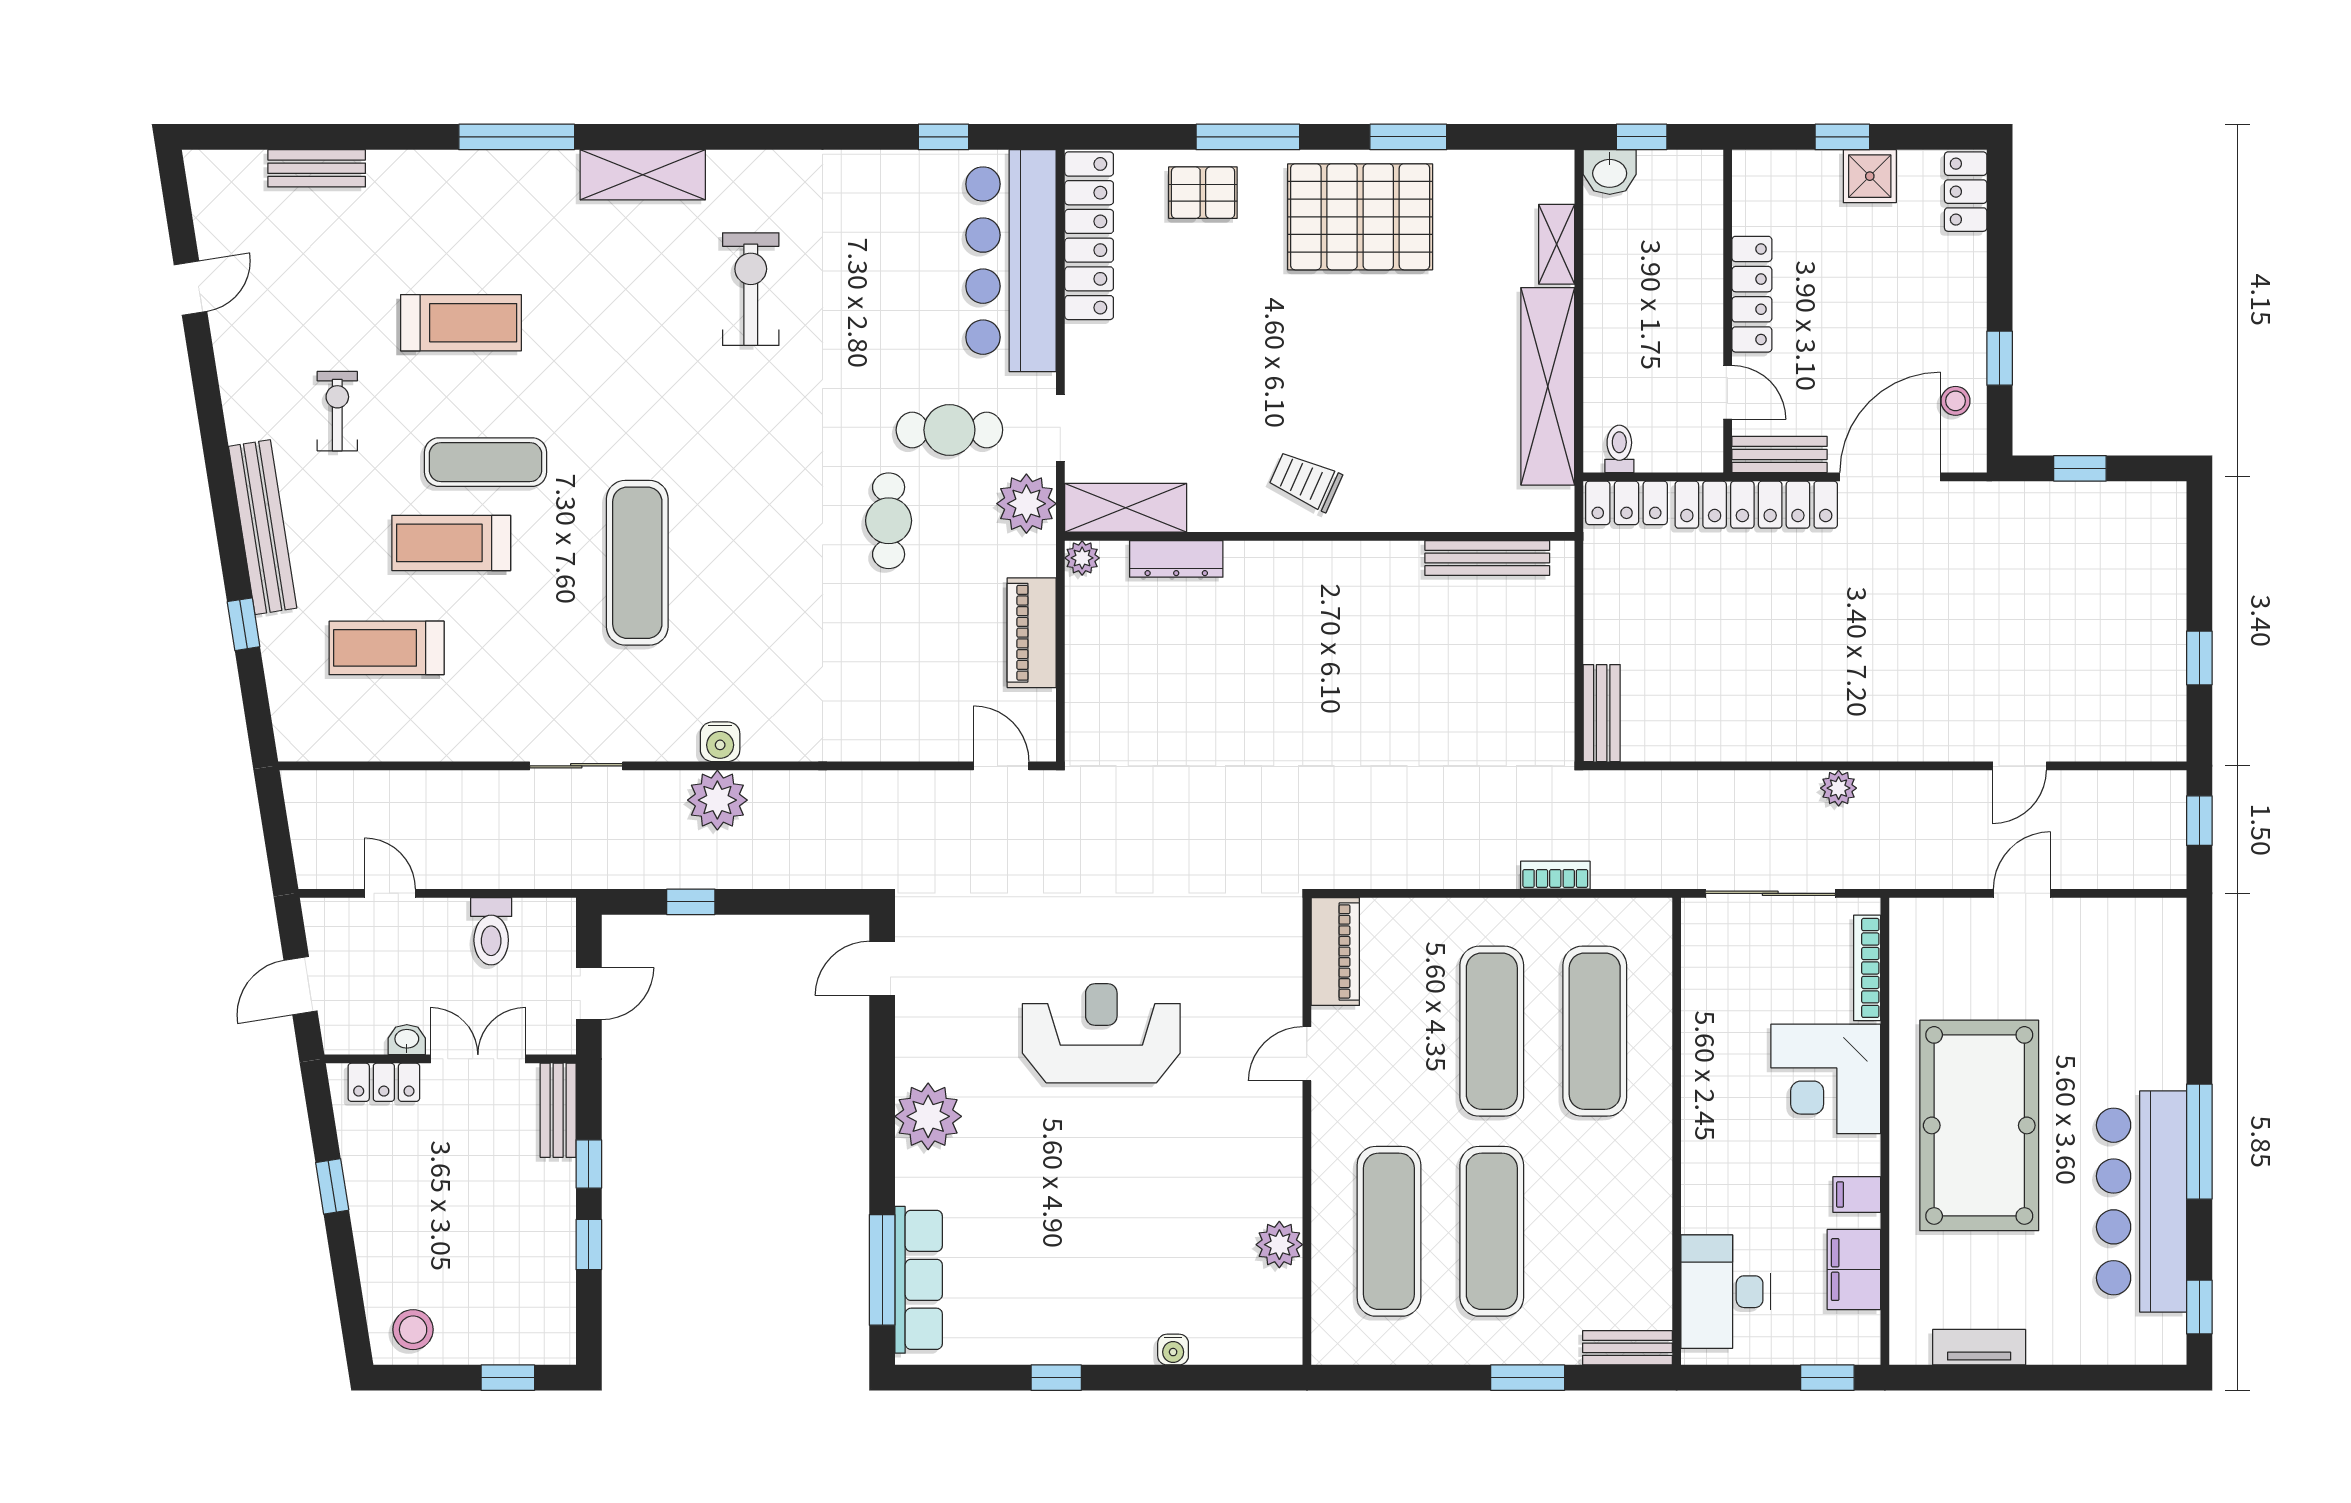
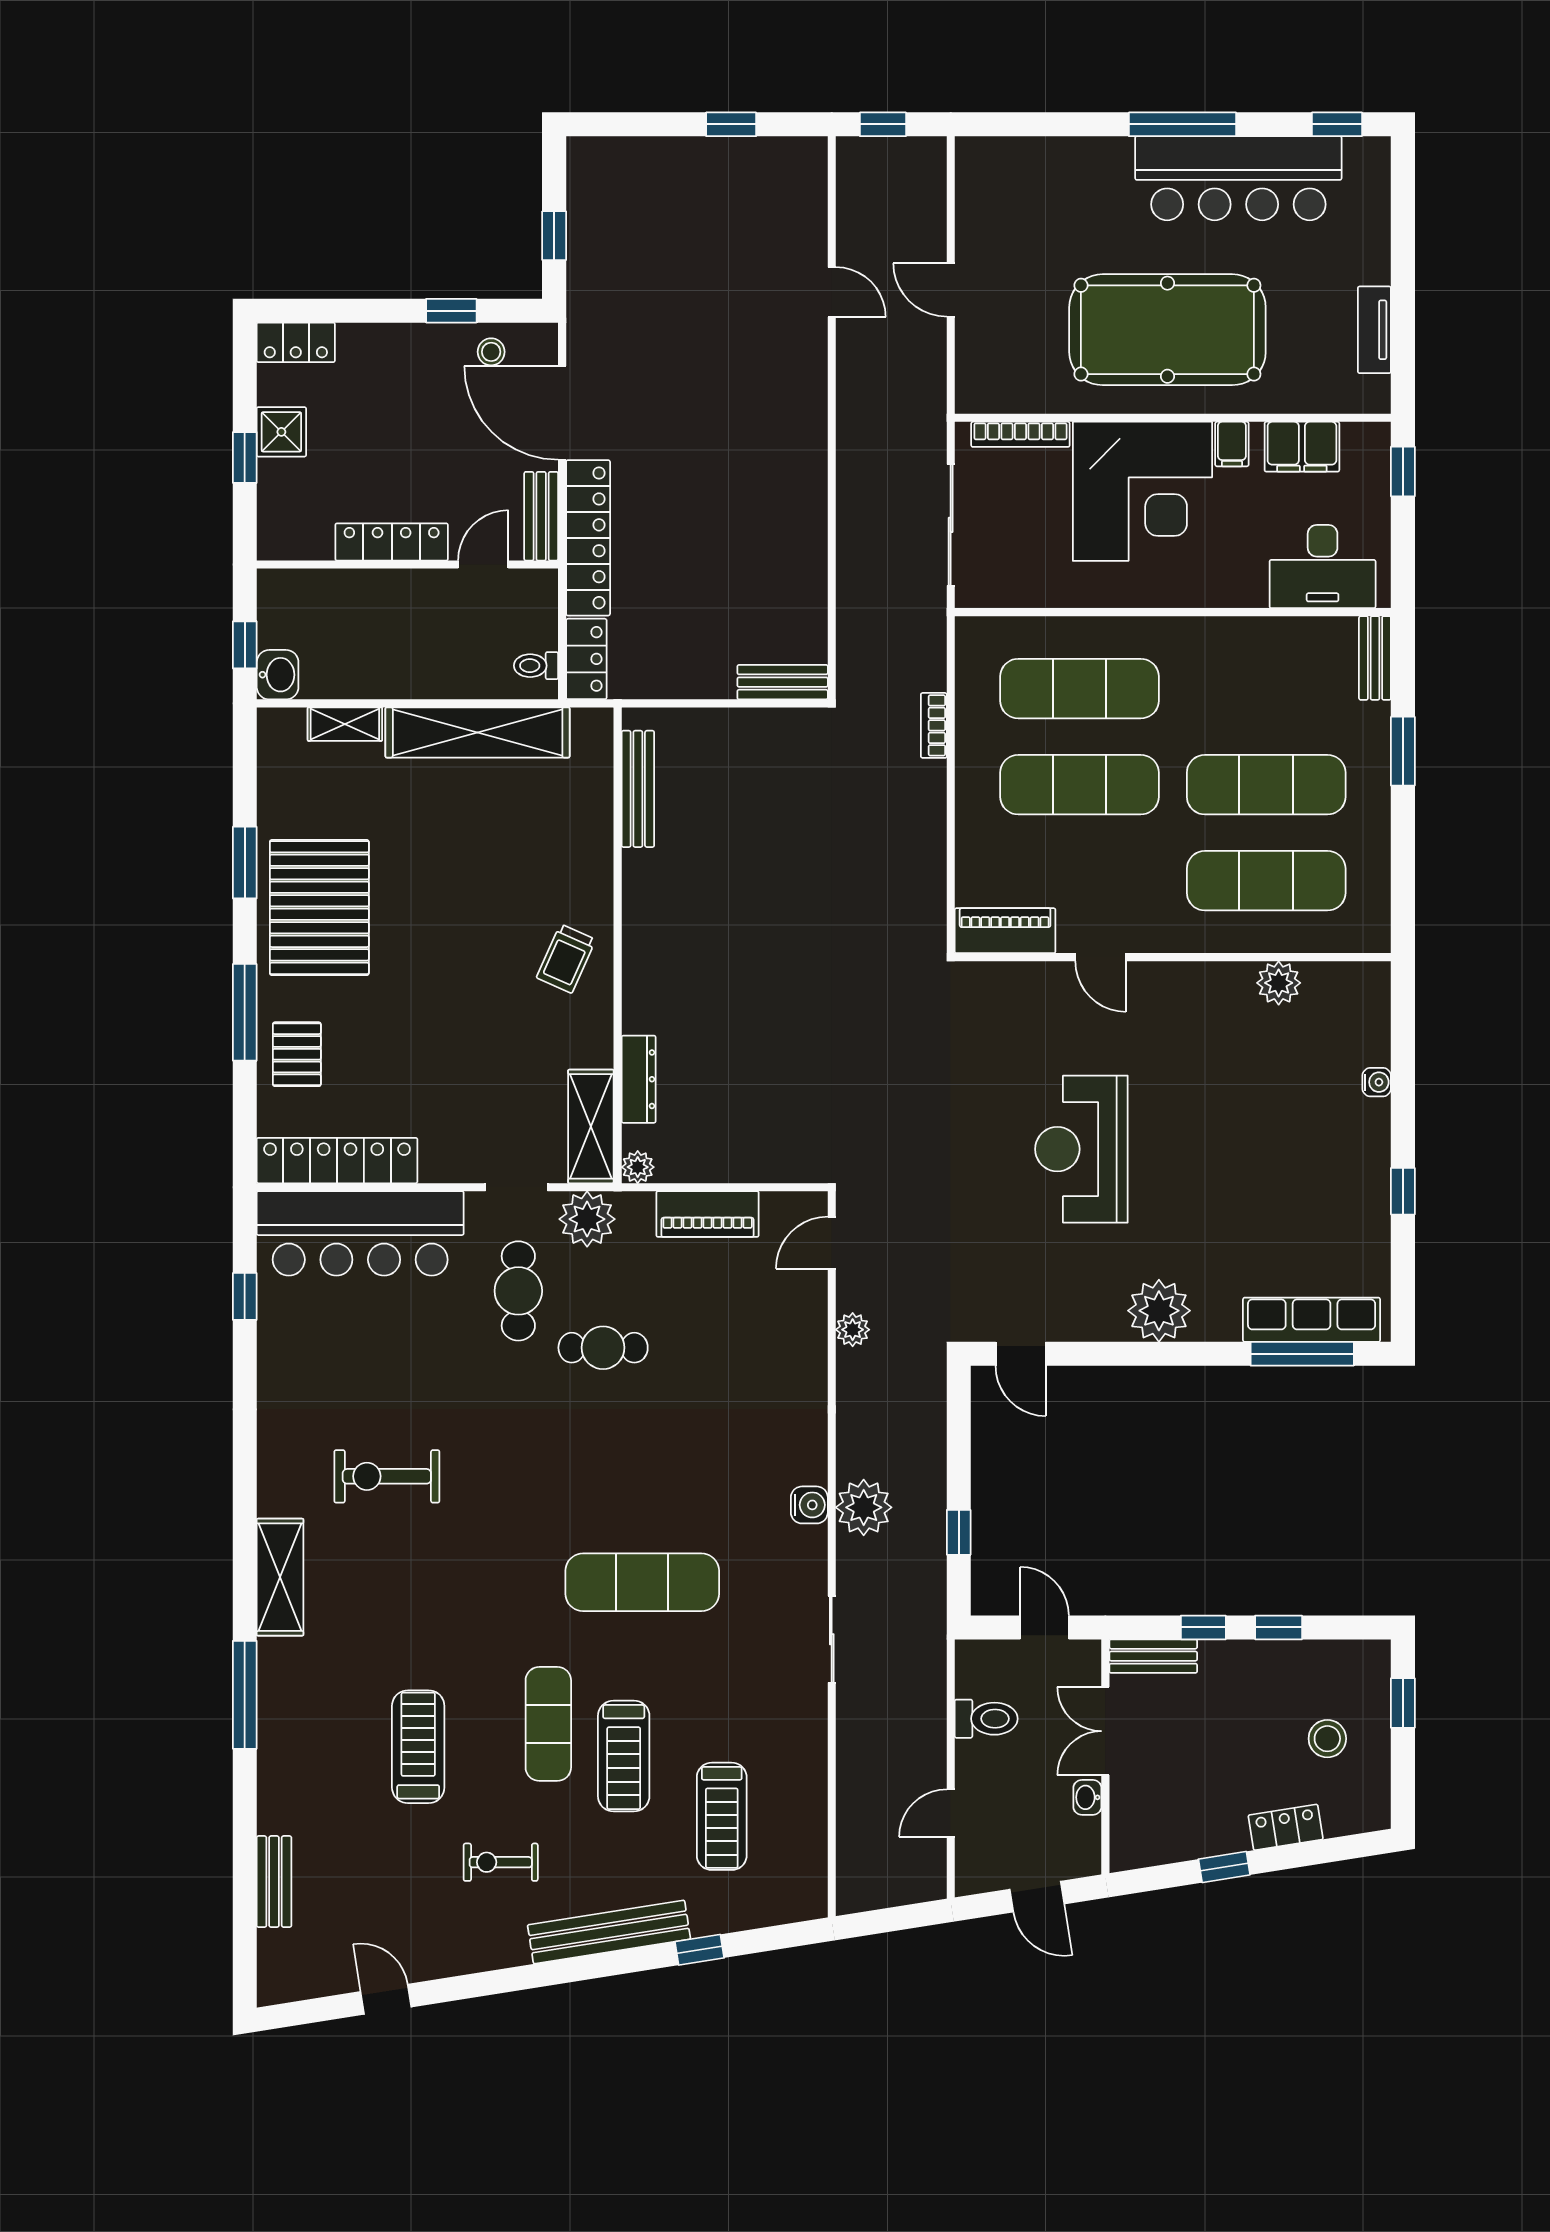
plant: (1839, 788) -> (853, 1330), moved
corner desk: (1826, 1079) -> (1142, 491), width x1.36, depth x1.36
locker: (384, 1082) -> (1286, 1827), moved, turned -99
stool: (413, 1330) -> (1327, 1739), moved

